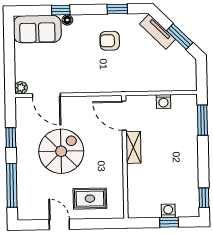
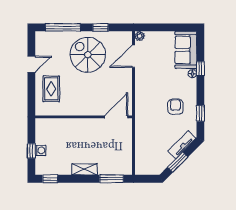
washing machine: (163, 101) -> (127, 148), removed
shelving: (133, 147) -> (85, 169), moved
spiral stairs: (61, 151) -> (88, 55), moved, turned 180

